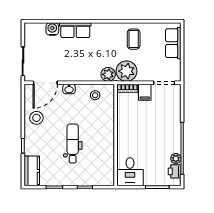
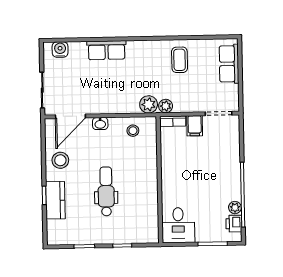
water cooler: (52, 29) -> (60, 50), moved
plant: (127, 71) -> (166, 106), width x0.53, depth x0.53
kitchen counter: (32, 171) -> (55, 200), moved

